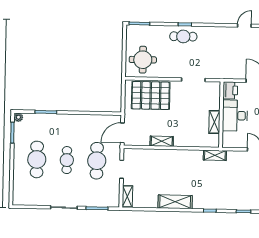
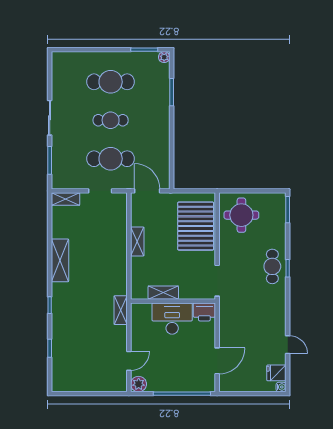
printer: (230, 90) -> (204, 312), moved
wall: (221, 115) -> (173, 301), moved
desk: (235, 116) -> (172, 319), moved
shelving: (214, 122) -> (163, 293), moved

